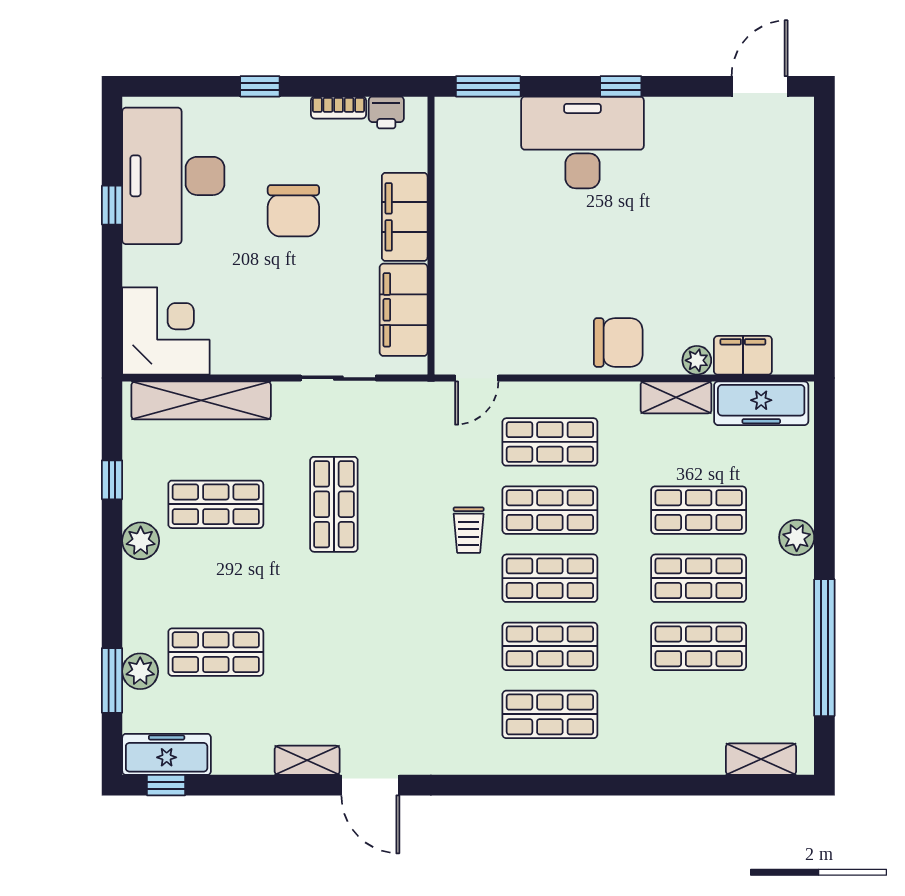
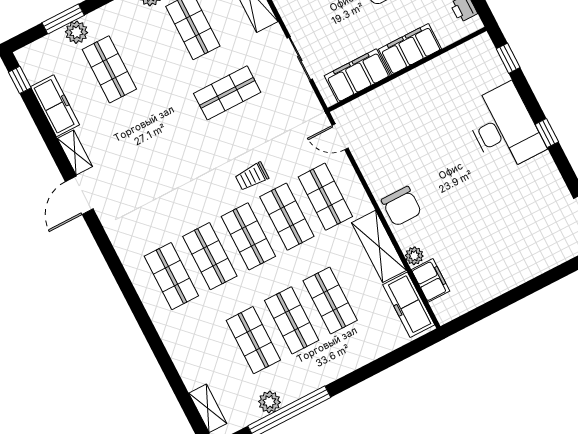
window: (488, 86) -> (508, 58), width x0.67
shelving: (676, 397) -> (379, 246), width x1.50, depth x1.33
plant: (797, 537) -> (269, 402), moved
freezer: (167, 754) -> (55, 106), moved

